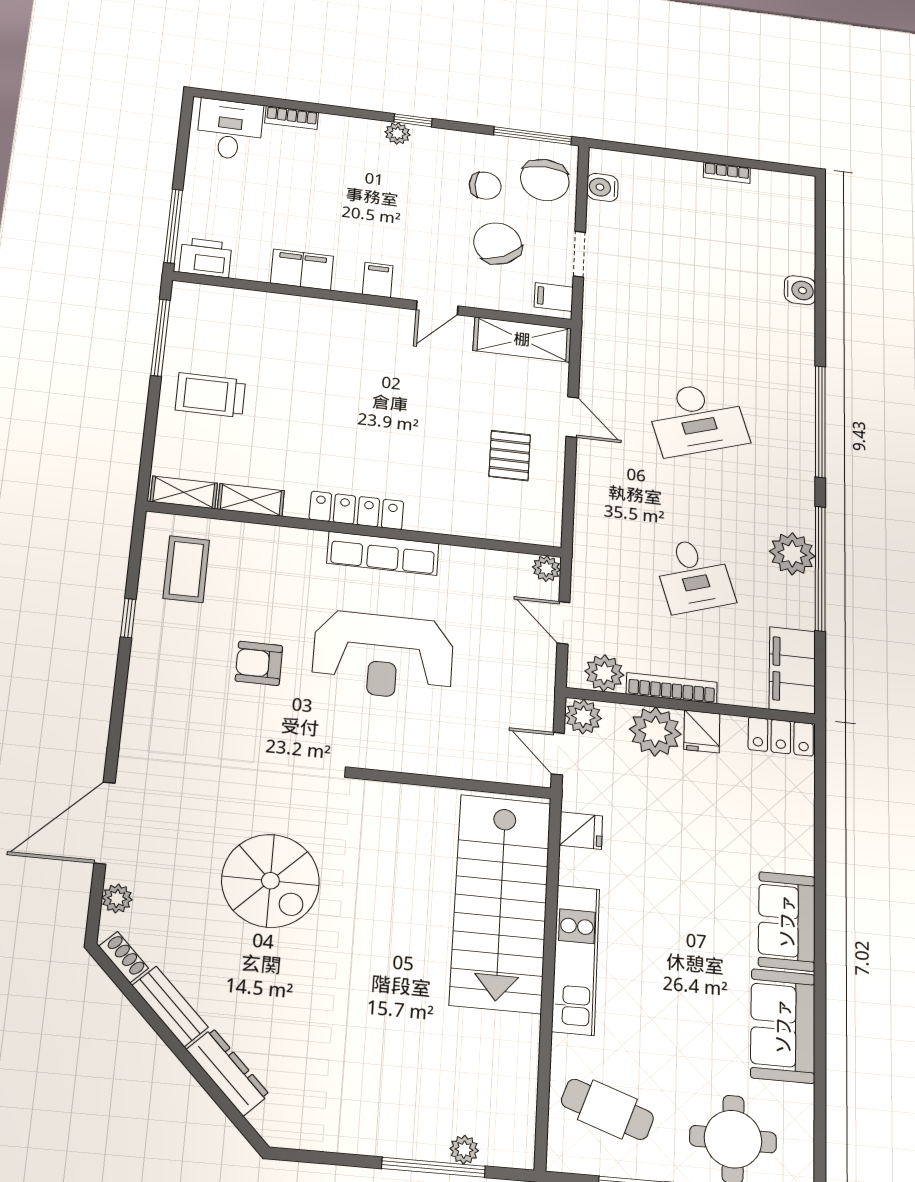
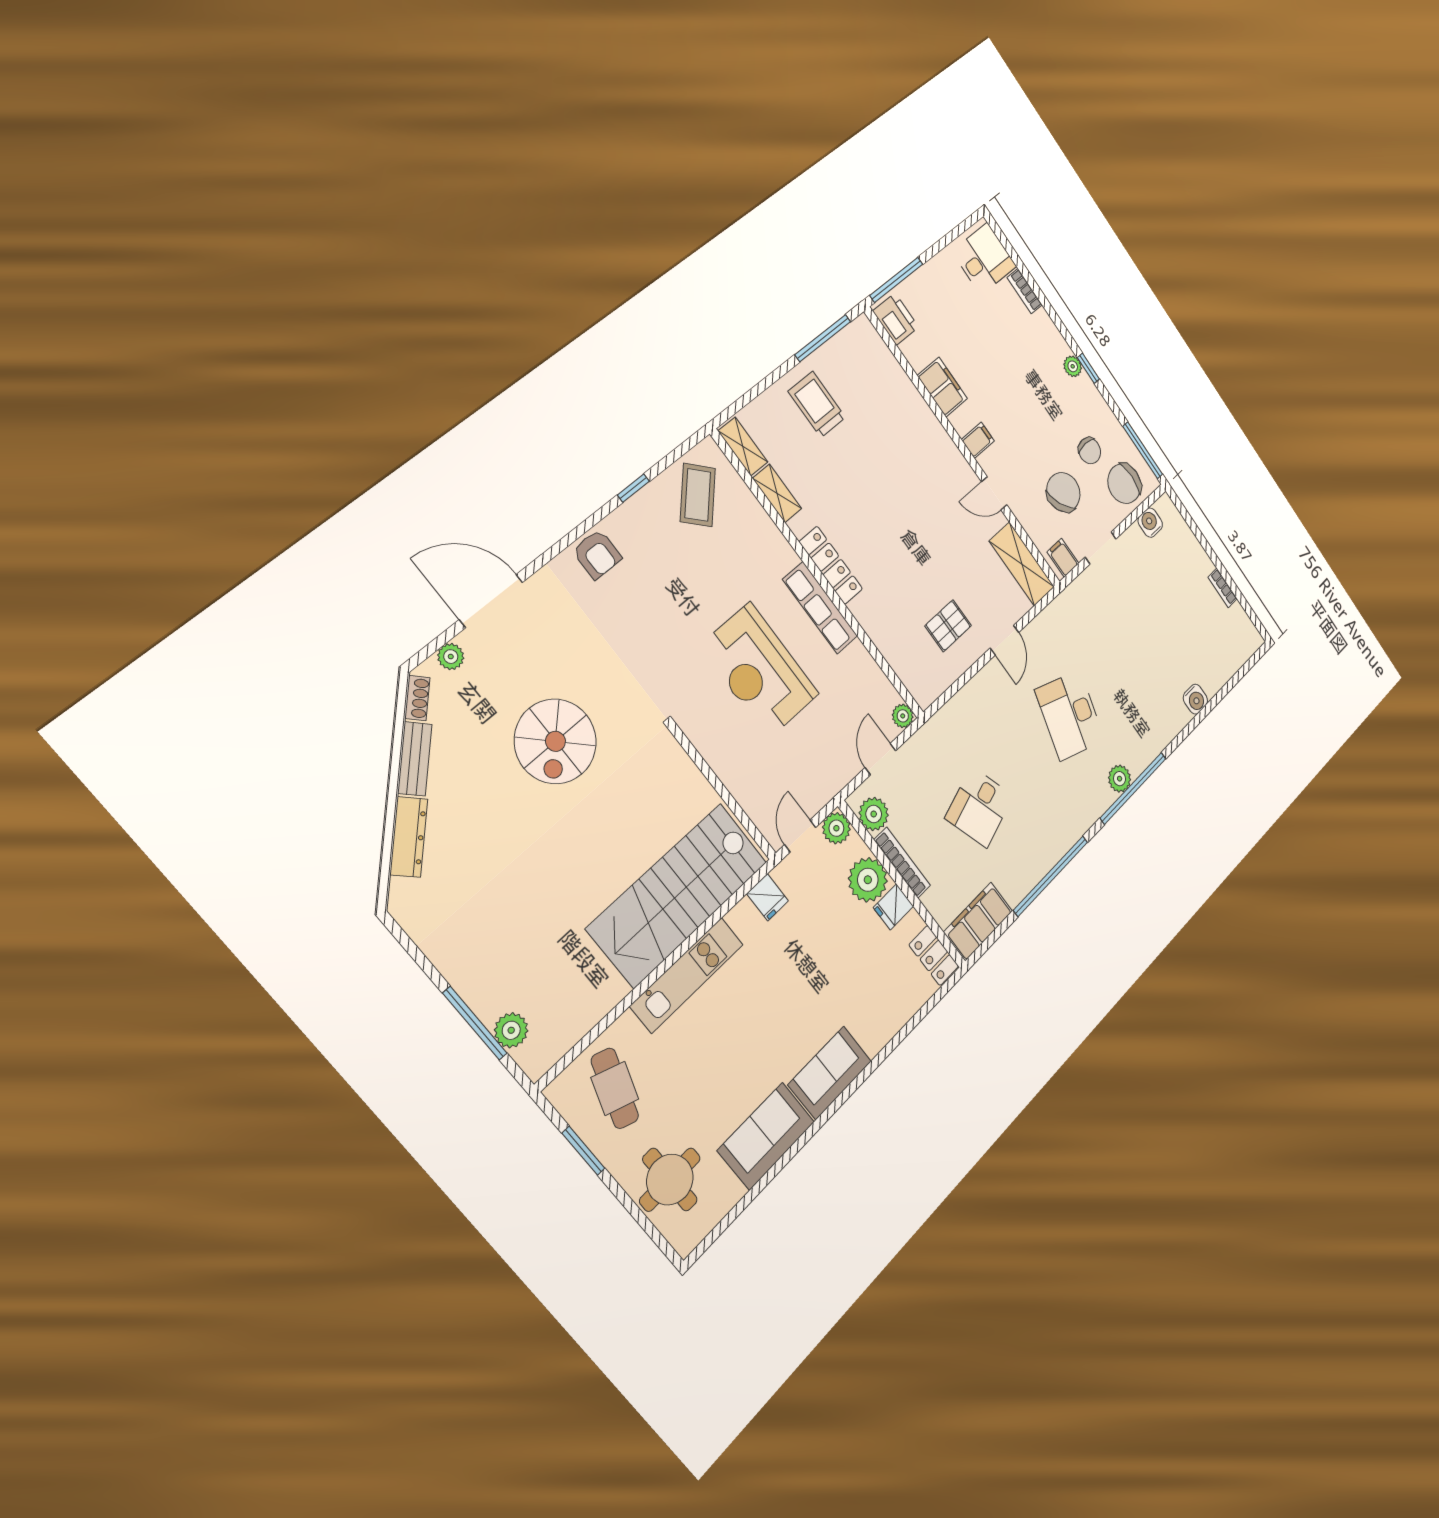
desk: (697, 419) -> (1070, 715), turned 36
plant: (792, 554) -> (1120, 779), moved, width x0.73, depth x0.73
coffee table: (186, 569) -> (698, 495), turned -46
armchair: (259, 663) -> (597, 554), moved, turned 180
plant: (464, 1150) -> (511, 1030), width x1.38, depth x1.38

